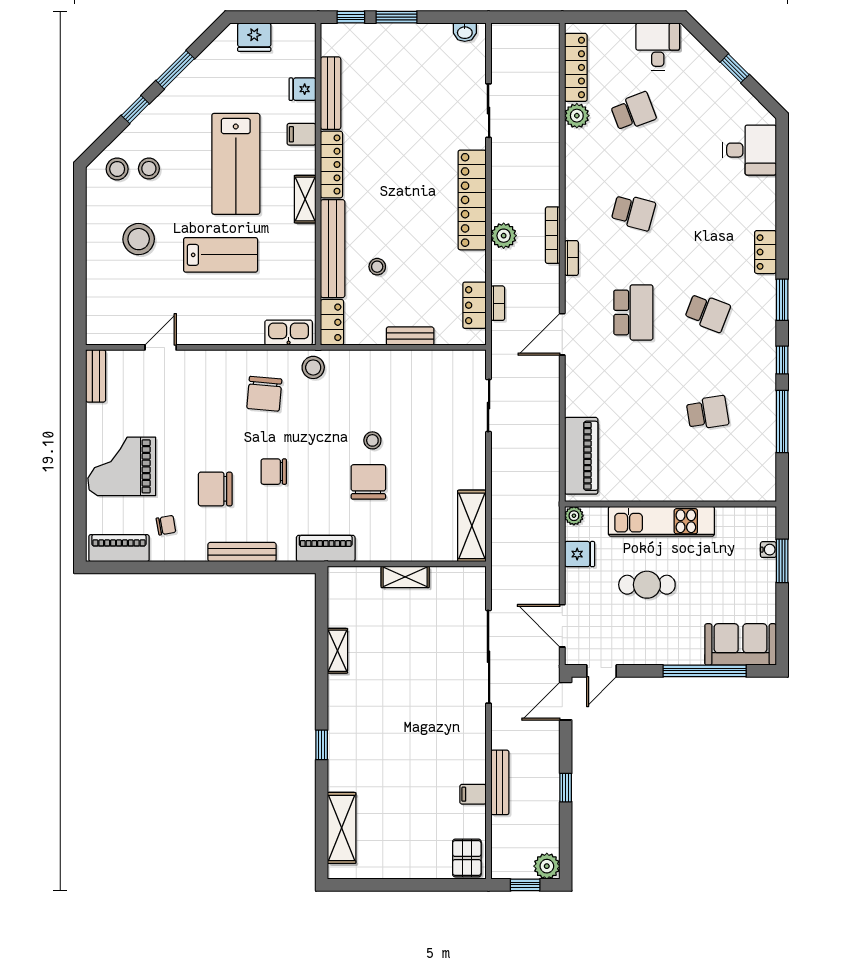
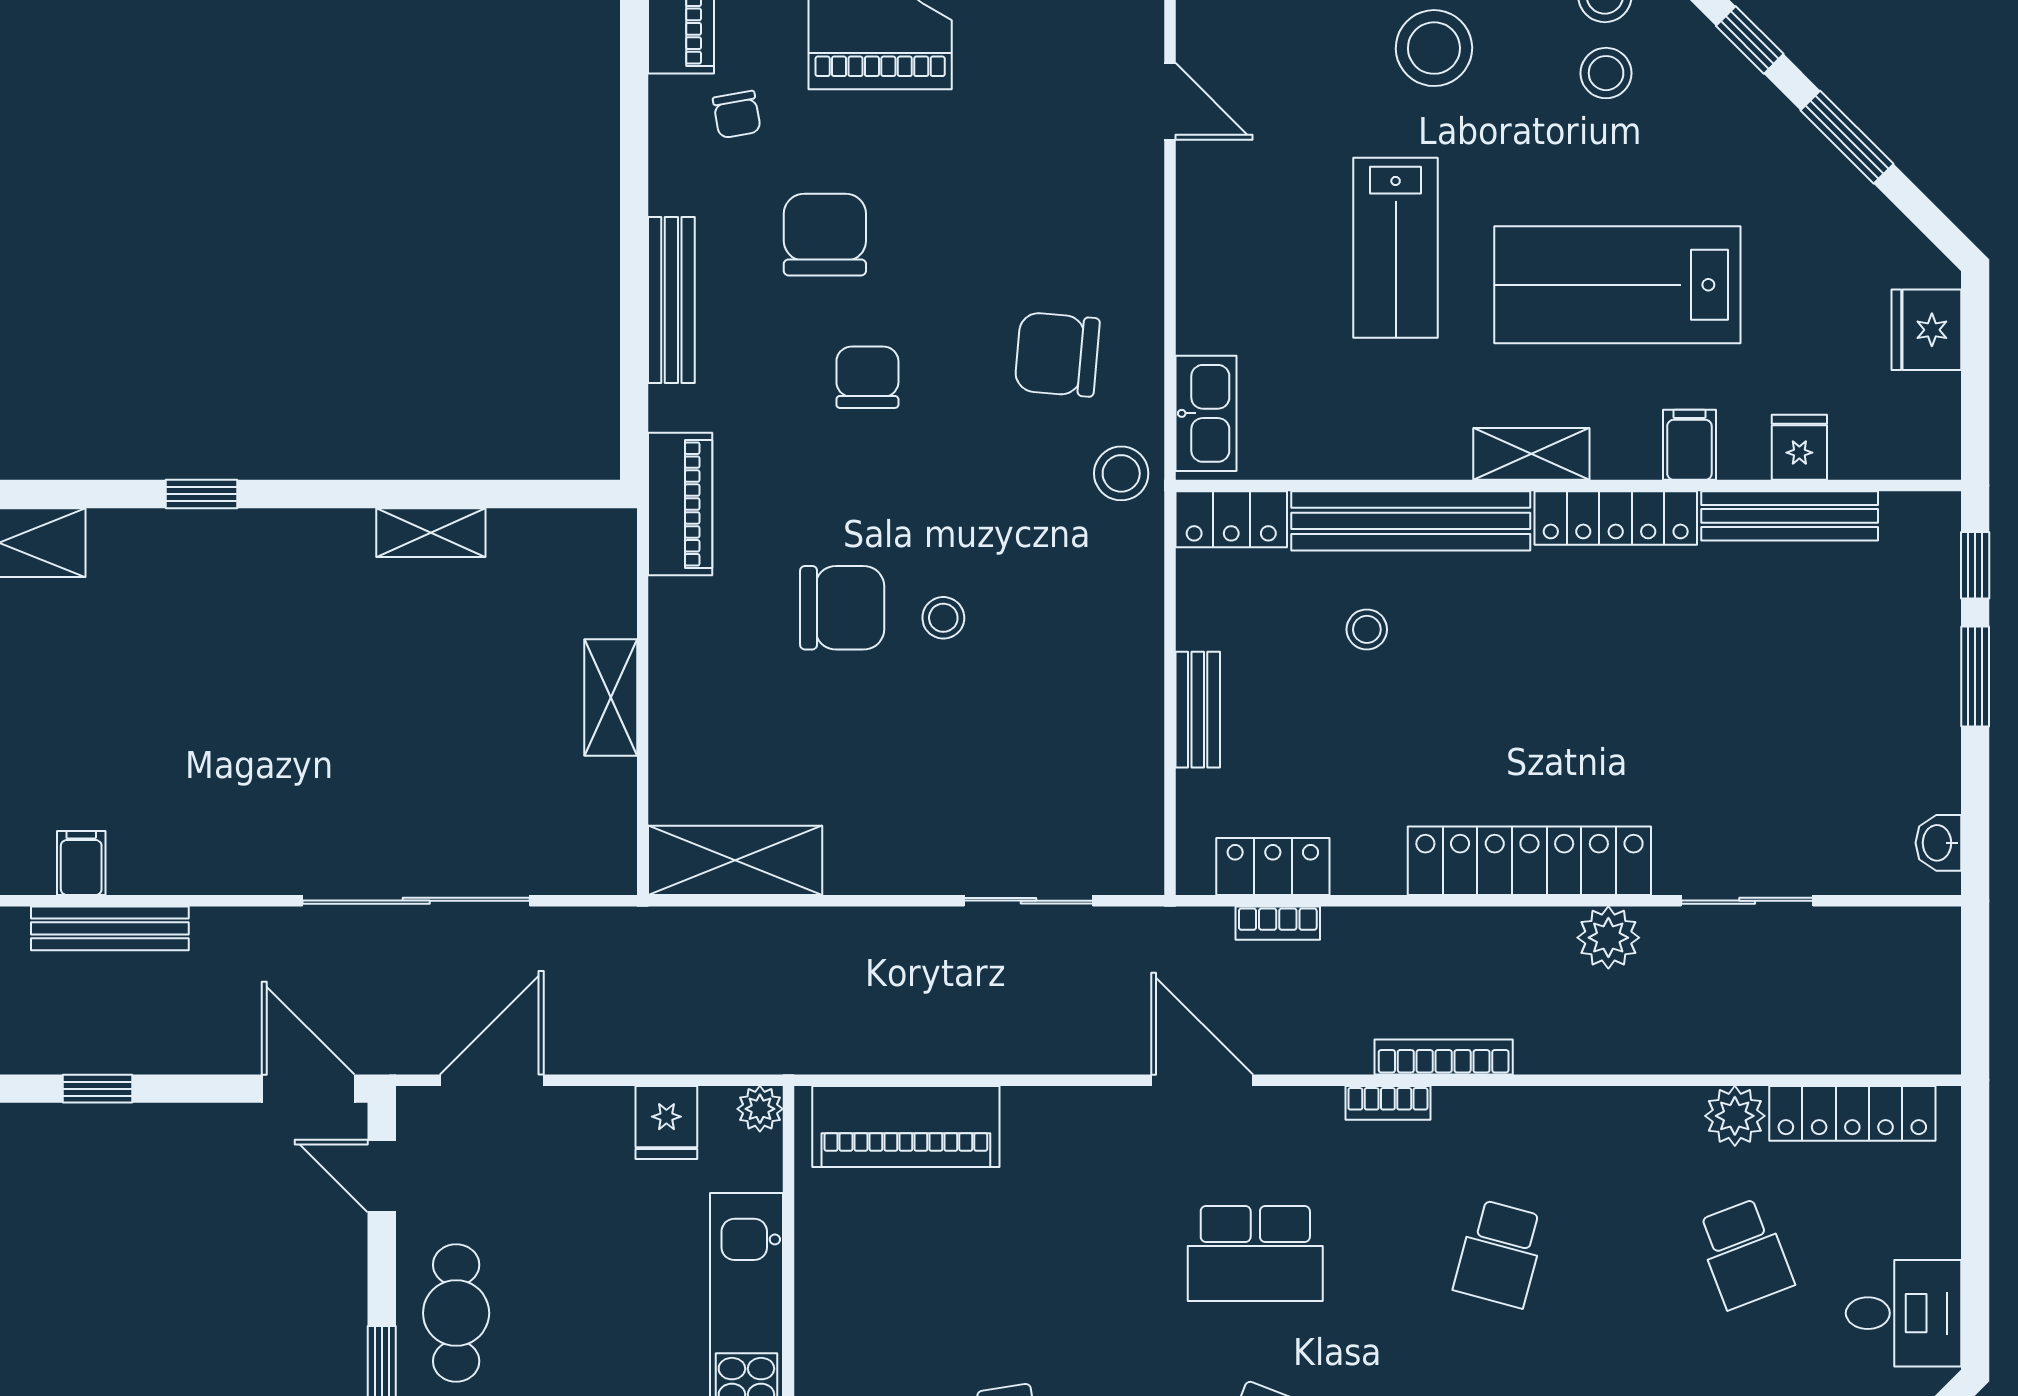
plant: (504, 236) -> (1608, 938), moved
cafe table: (647, 585) -> (456, 1313), moved

